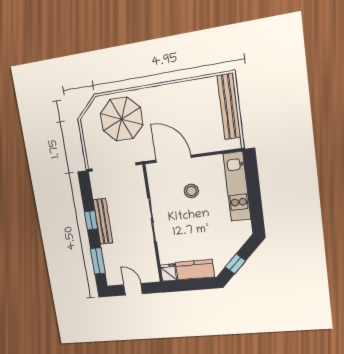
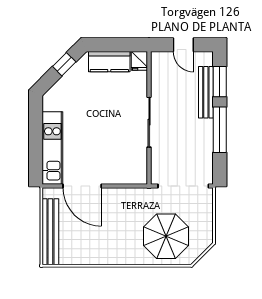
door: (173, 159) -> (82, 186), moved
stool: (191, 191) -> (101, 149), removed
window: (91, 220) -> (220, 130), width x2.17
bench: (103, 221) -> (206, 92), moved

